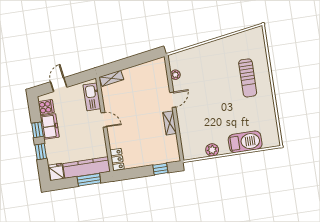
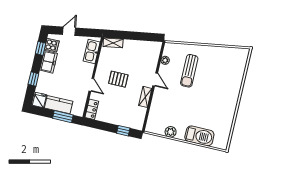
sun lounger: (248, 78) -> (189, 71), moved
door: (173, 100) -> (155, 79), hinge flipped
pallet: (133, 115) -> (118, 79), added
door: (104, 120) -> (91, 85), moved
window: (37, 130) -> (41, 48), moved
kitchen counter: (87, 168) -> (59, 105), width x0.67

